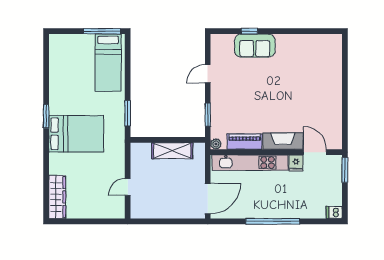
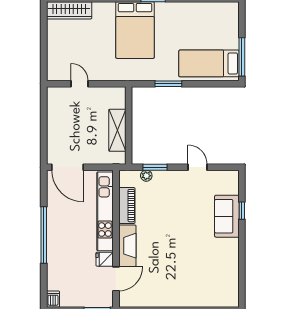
window: (128, 113) -> (168, 84), moved
plant: (216, 144) -> (146, 176), moved

